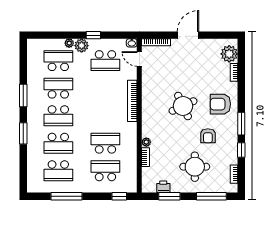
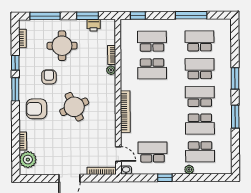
plant: (82, 46) -> (177, 167), removed
armchair: (220, 104) -> (36, 109), turned 180
school desk: (105, 171) -> (152, 41), turned 180

